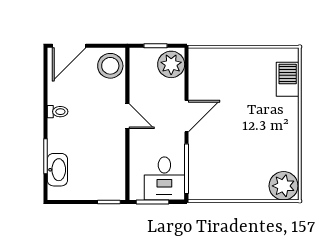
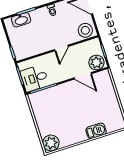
barbecue: (288, 79) -> (96, 131), moved
door: (186, 116) -> (83, 76), moved

